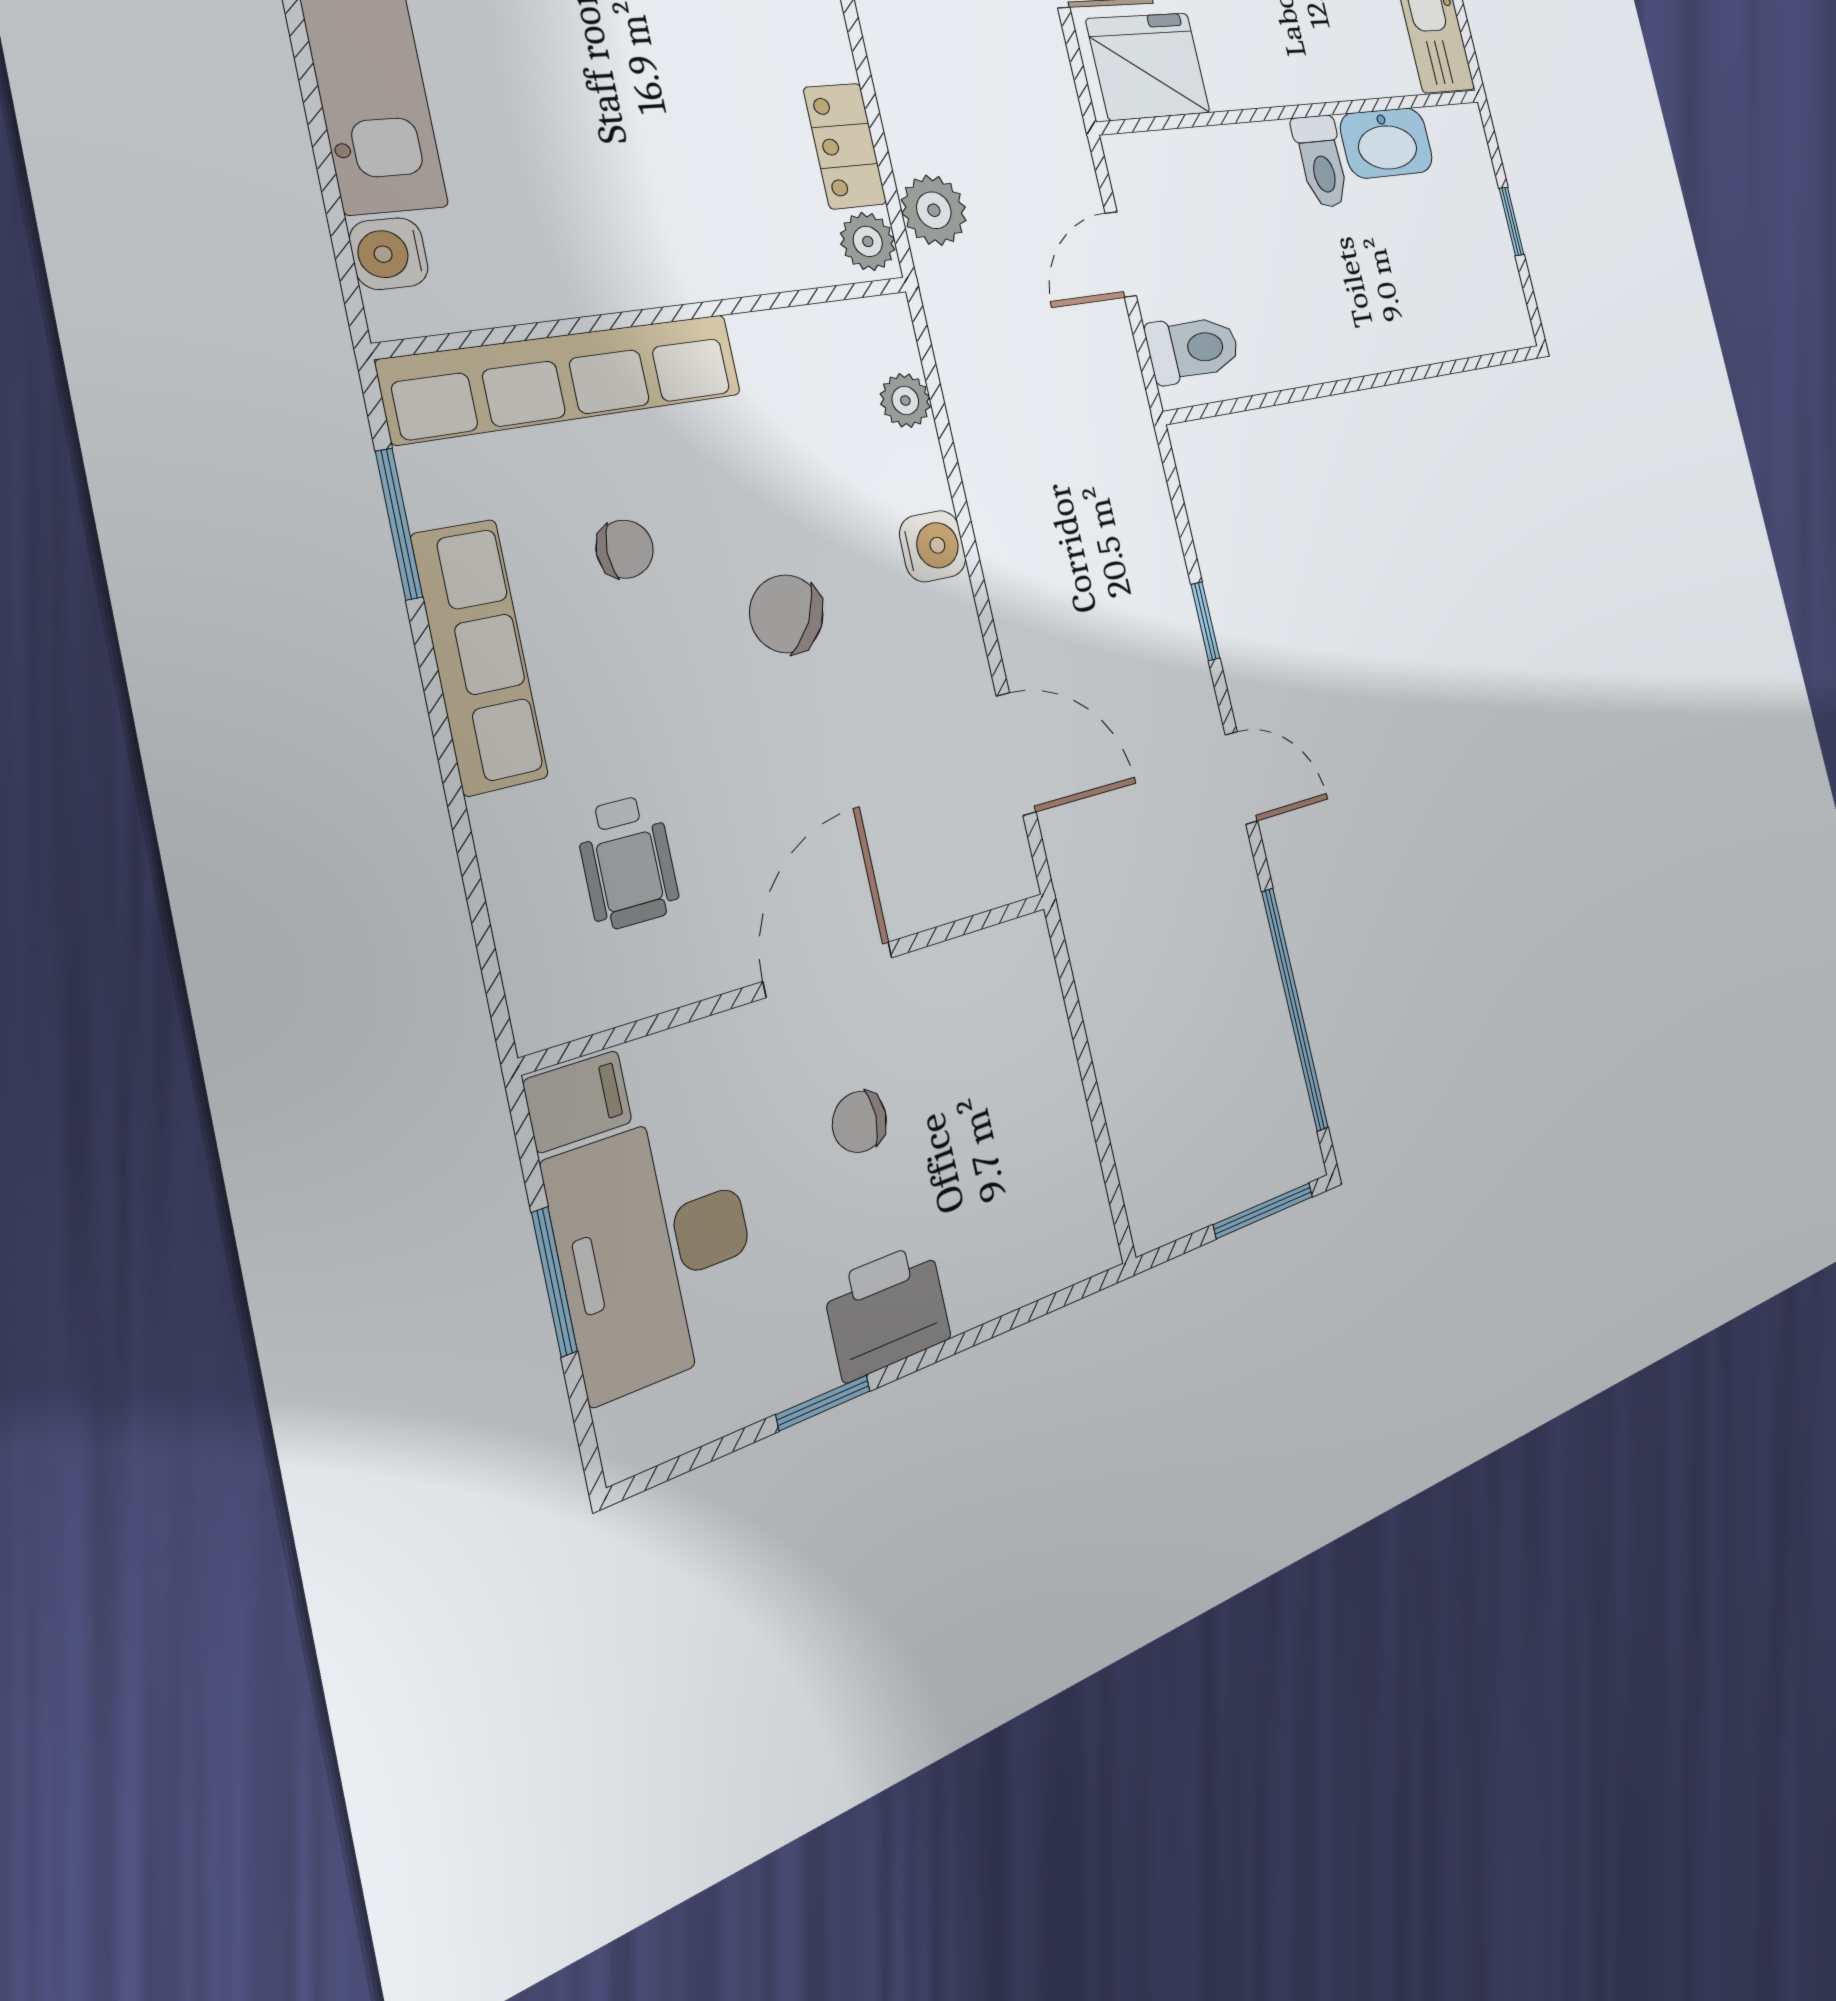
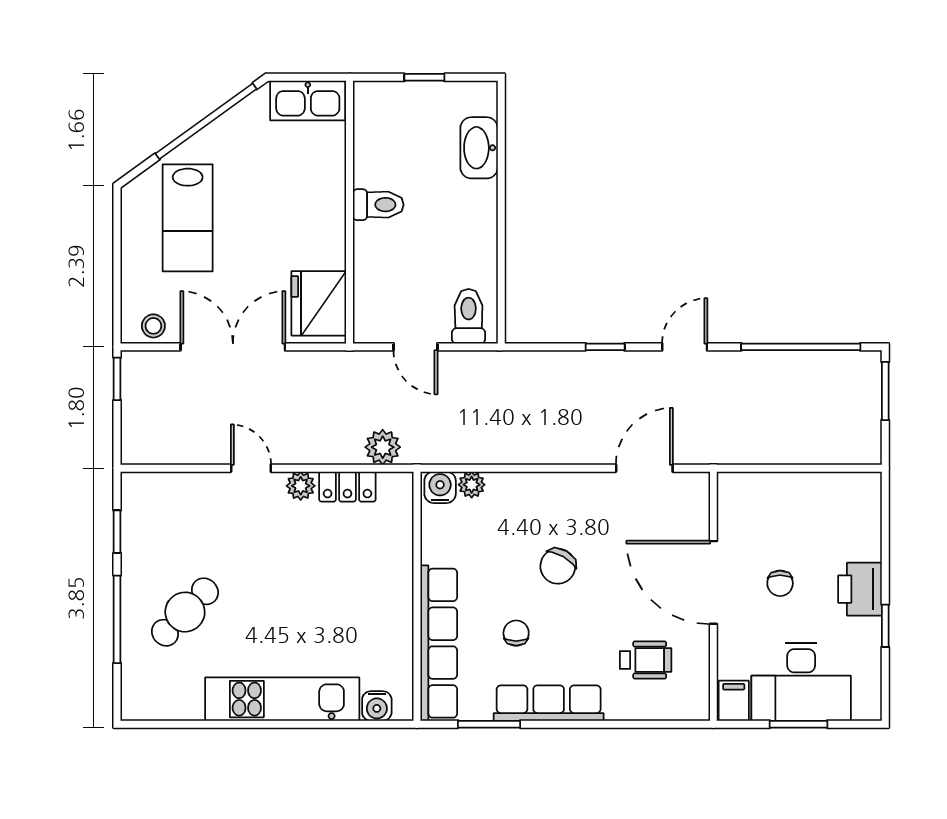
washbasin: (1387, 143) -> (479, 148), moved, turned 180
plant: (868, 241) -> (301, 486), moved
water cooler: (933, 546) -> (440, 487), moved
door: (828, 969) -> (713, 582), width x1.36

